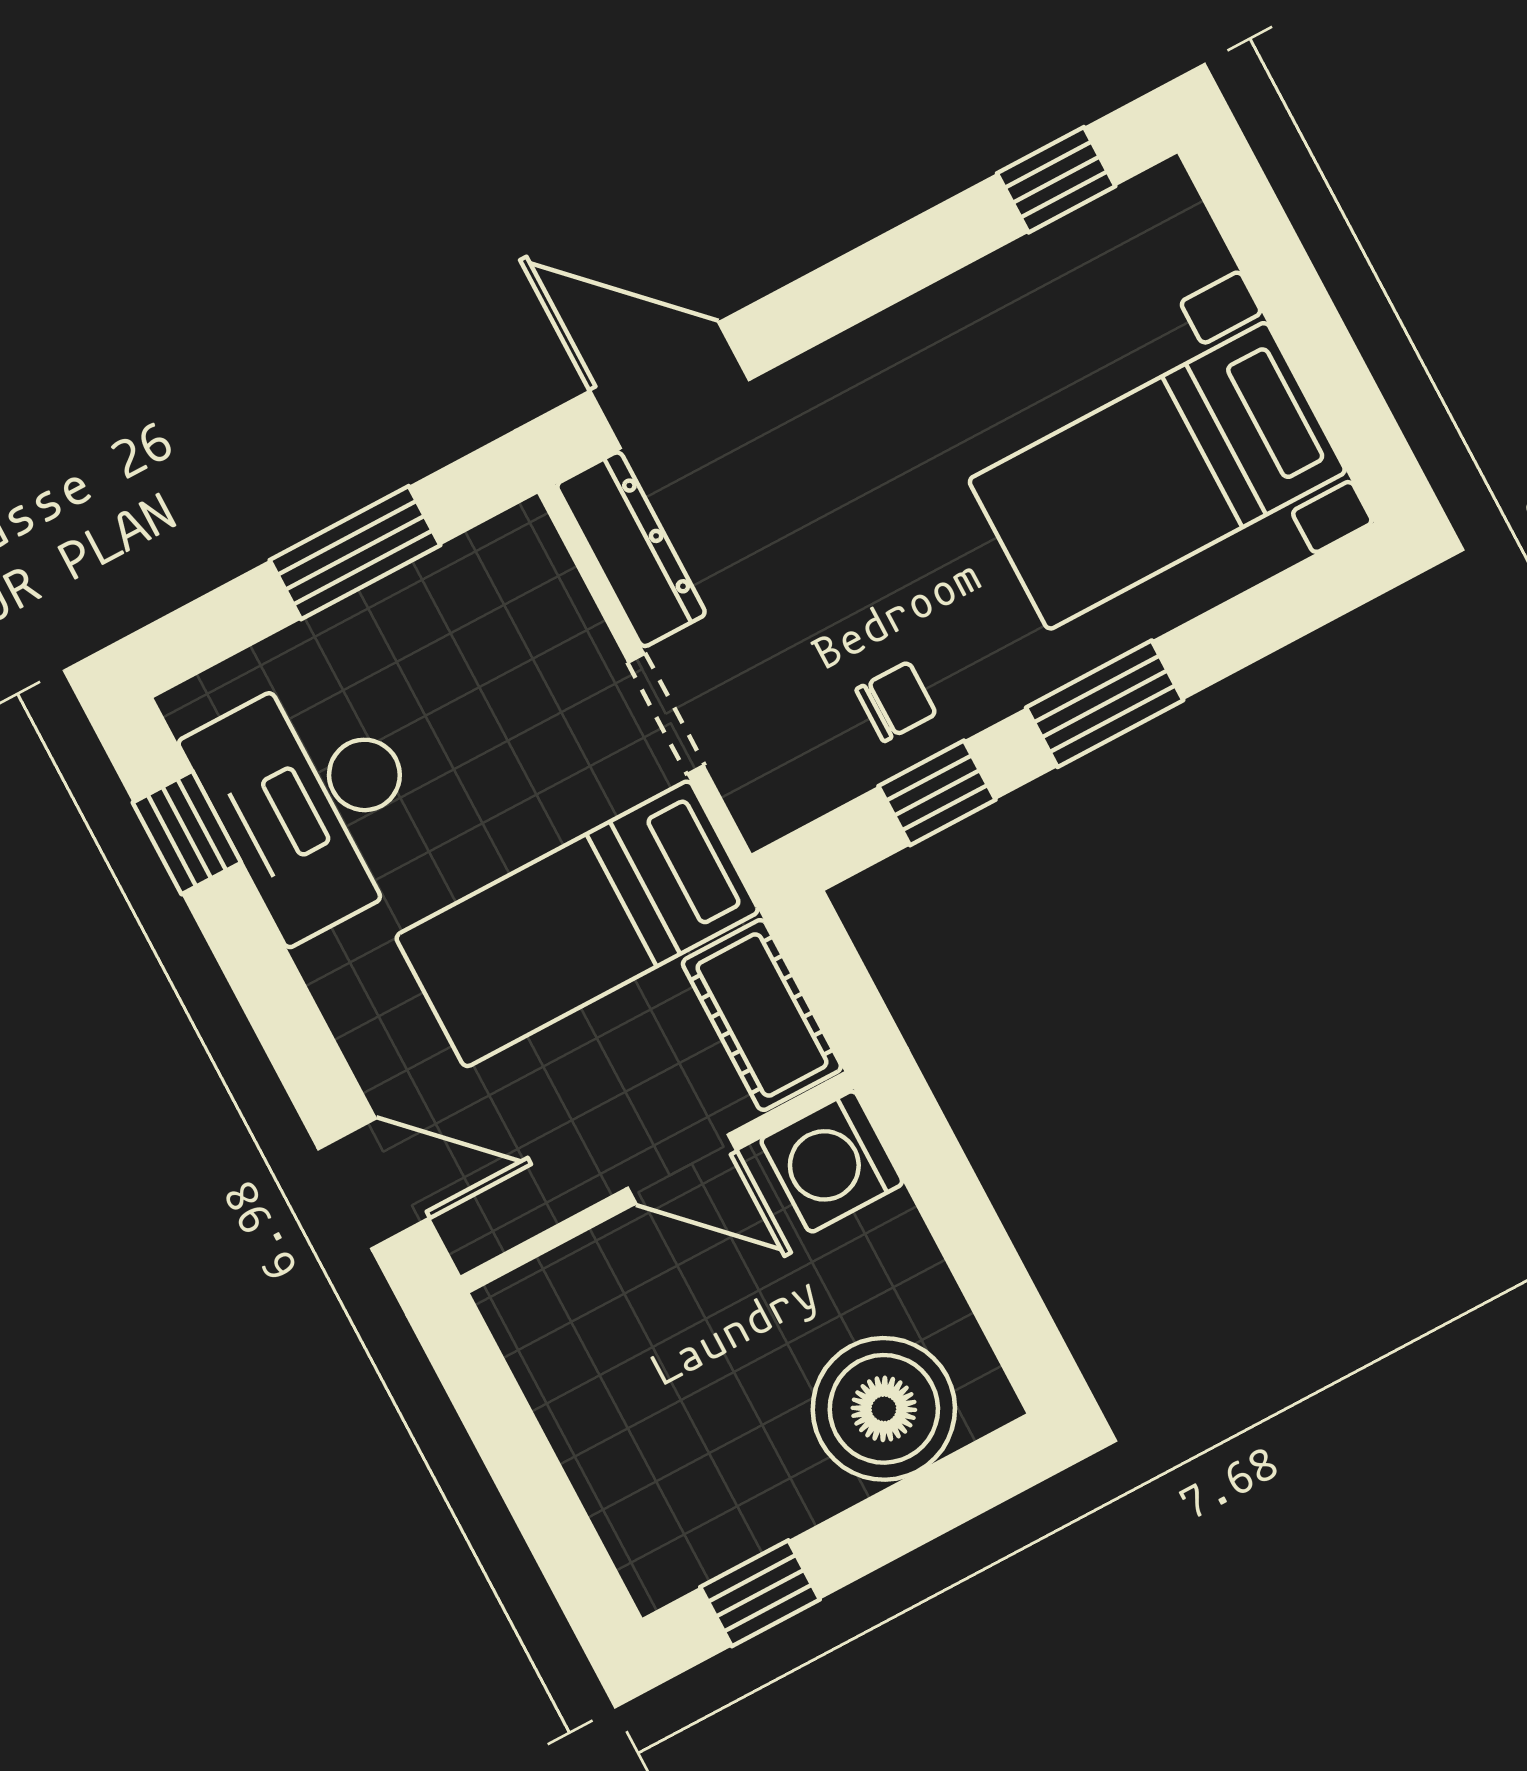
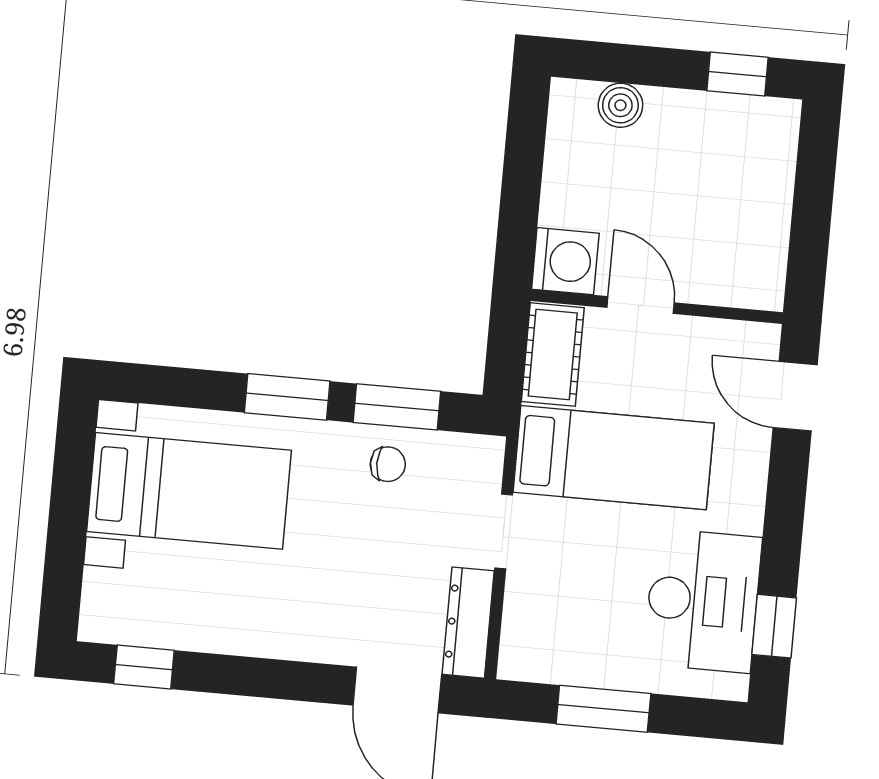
chair: (896, 702) -> (388, 464), turned 180
window: (937, 793) -> (397, 407), width x1.50
boiler: (884, 1409) -> (620, 105), width x0.54, depth x0.54

